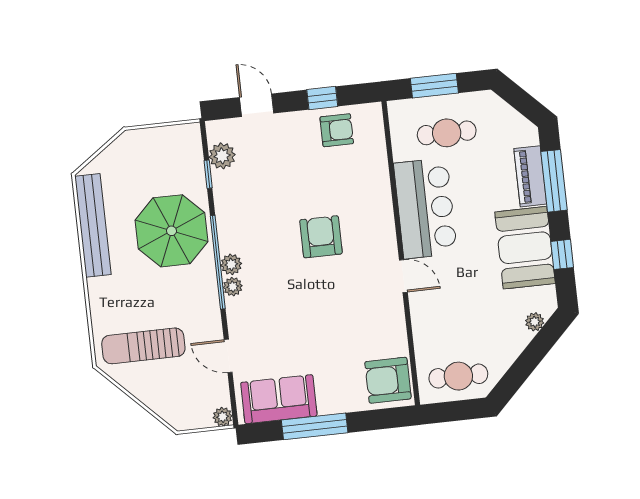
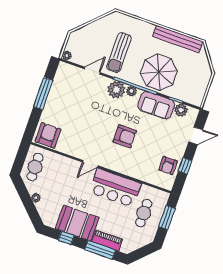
plant: (233, 287) -> (116, 90), width x1.87, depth x1.87
plant: (535, 322) -> (36, 198), moved
sun lounger: (143, 346) -> (119, 53), moved, turned 180
sofa: (279, 399) -> (156, 105), moved, turned 90

